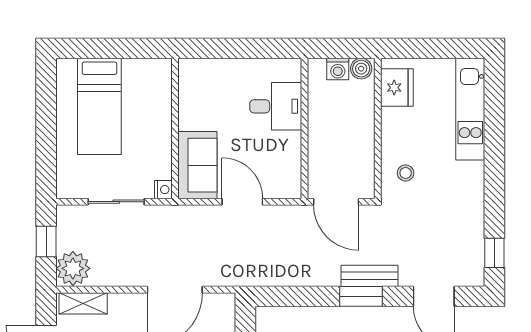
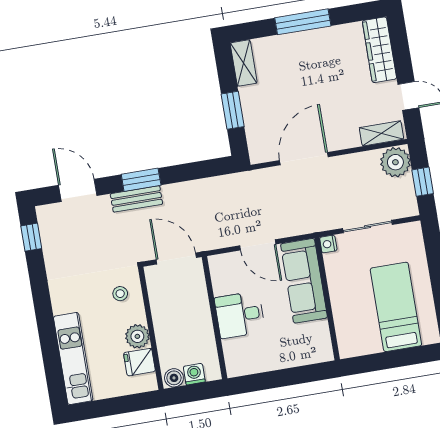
fridge: (397, 88) -> (139, 362), width x0.72
desk: (276, 106) -> (240, 315), moved
plant: (394, 122) -> (137, 336), added
sofa: (197, 165) -> (304, 281), width x1.36

